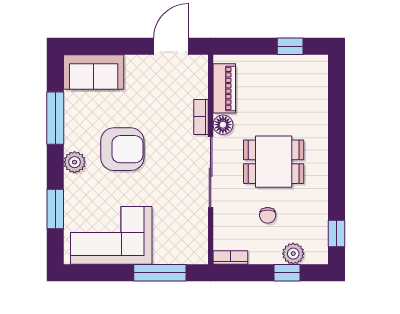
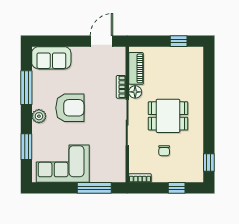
plant: (293, 254) -> (181, 175), removed

